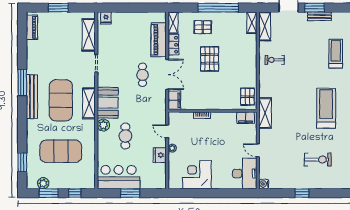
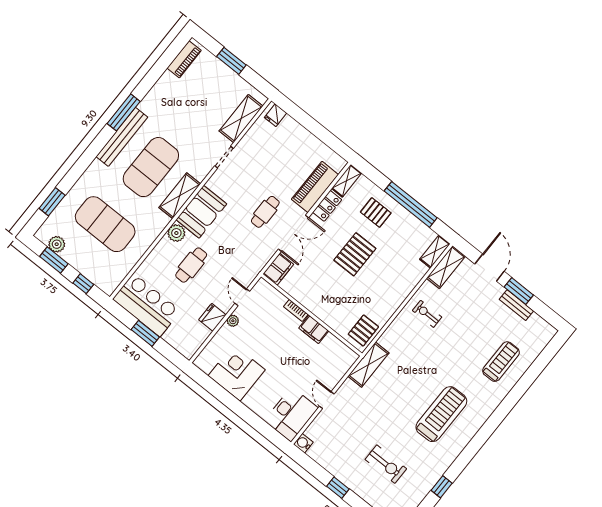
filing cabinet: (246, 118) -> (314, 329), moved

